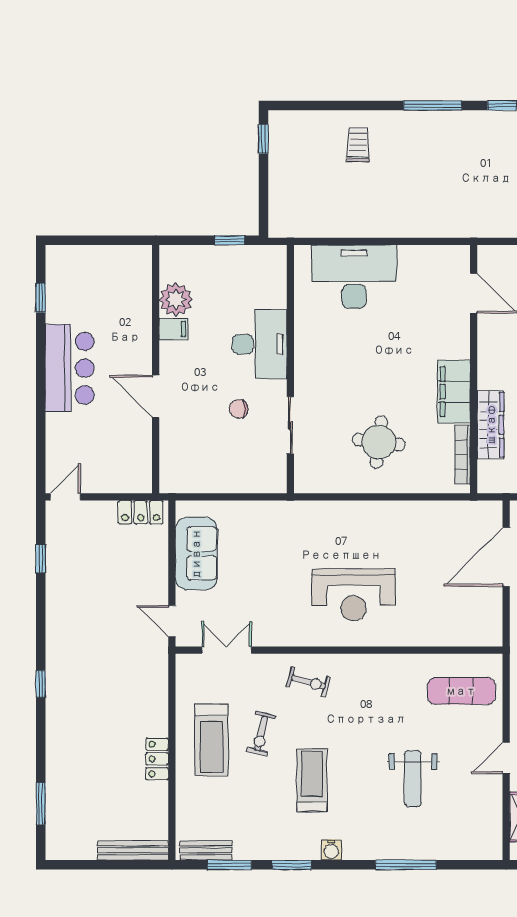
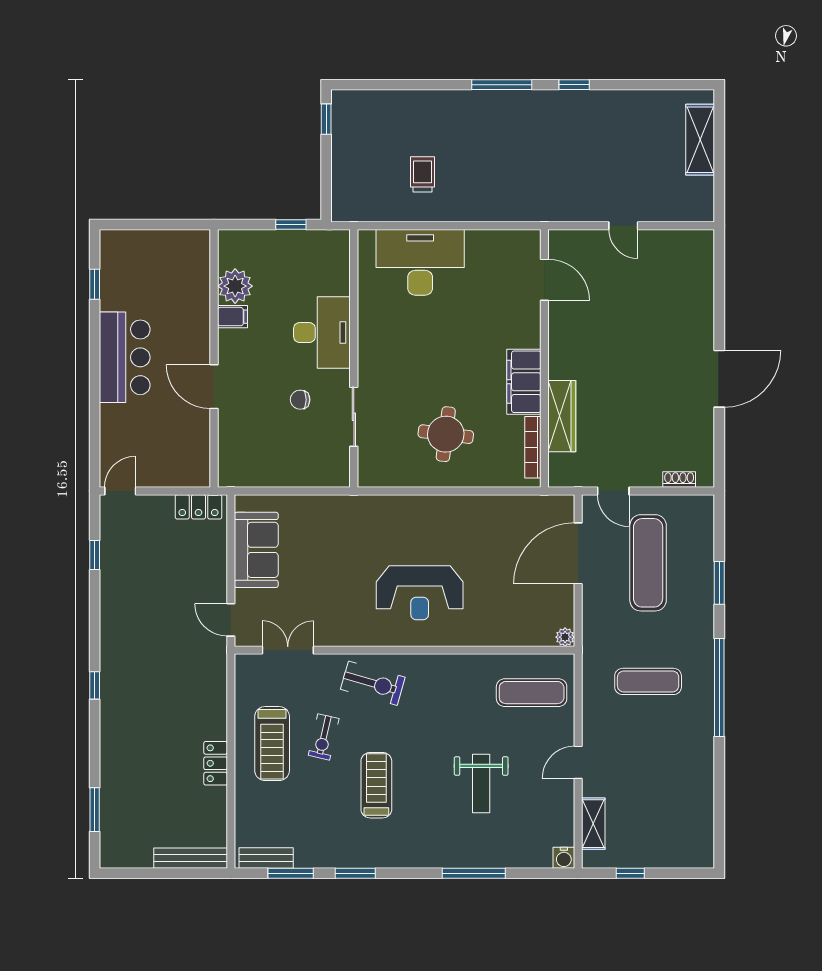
trolley: (358, 145) -> (423, 174), moved
plant: (494, 637) -> (565, 637), added
exercise bike: (309, 682) -> (373, 683), width x1.38, depth x1.39
water cooler: (331, 850) -> (564, 858), moved

